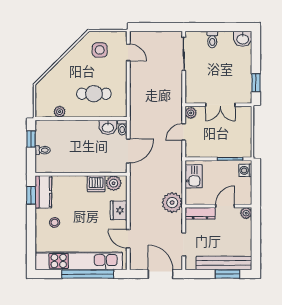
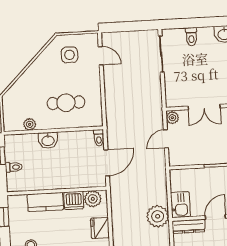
washbasin: (108, 127) -> (48, 140), moved
kitchen sink: (194, 176) -> (180, 205), moved
kitchen counter: (43, 192) -> (45, 202), moved, turned 90

